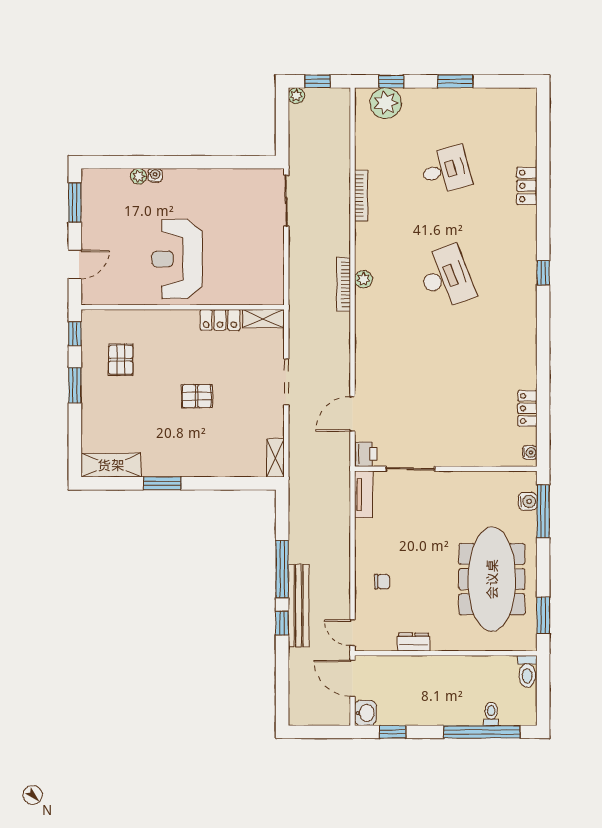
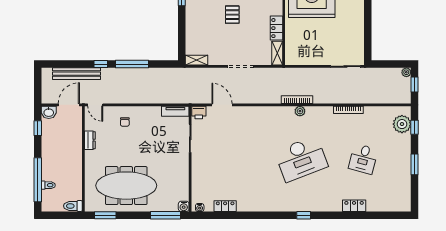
desk: (446, 170) -> (363, 159), turned 30
desk: (446, 277) -> (301, 159), width x1.36, depth x1.30
water cooler: (528, 501) -> (184, 206), moved
bench: (299, 606) -> (77, 74), moved
door: (352, 633) -> (95, 105), swing flipped

